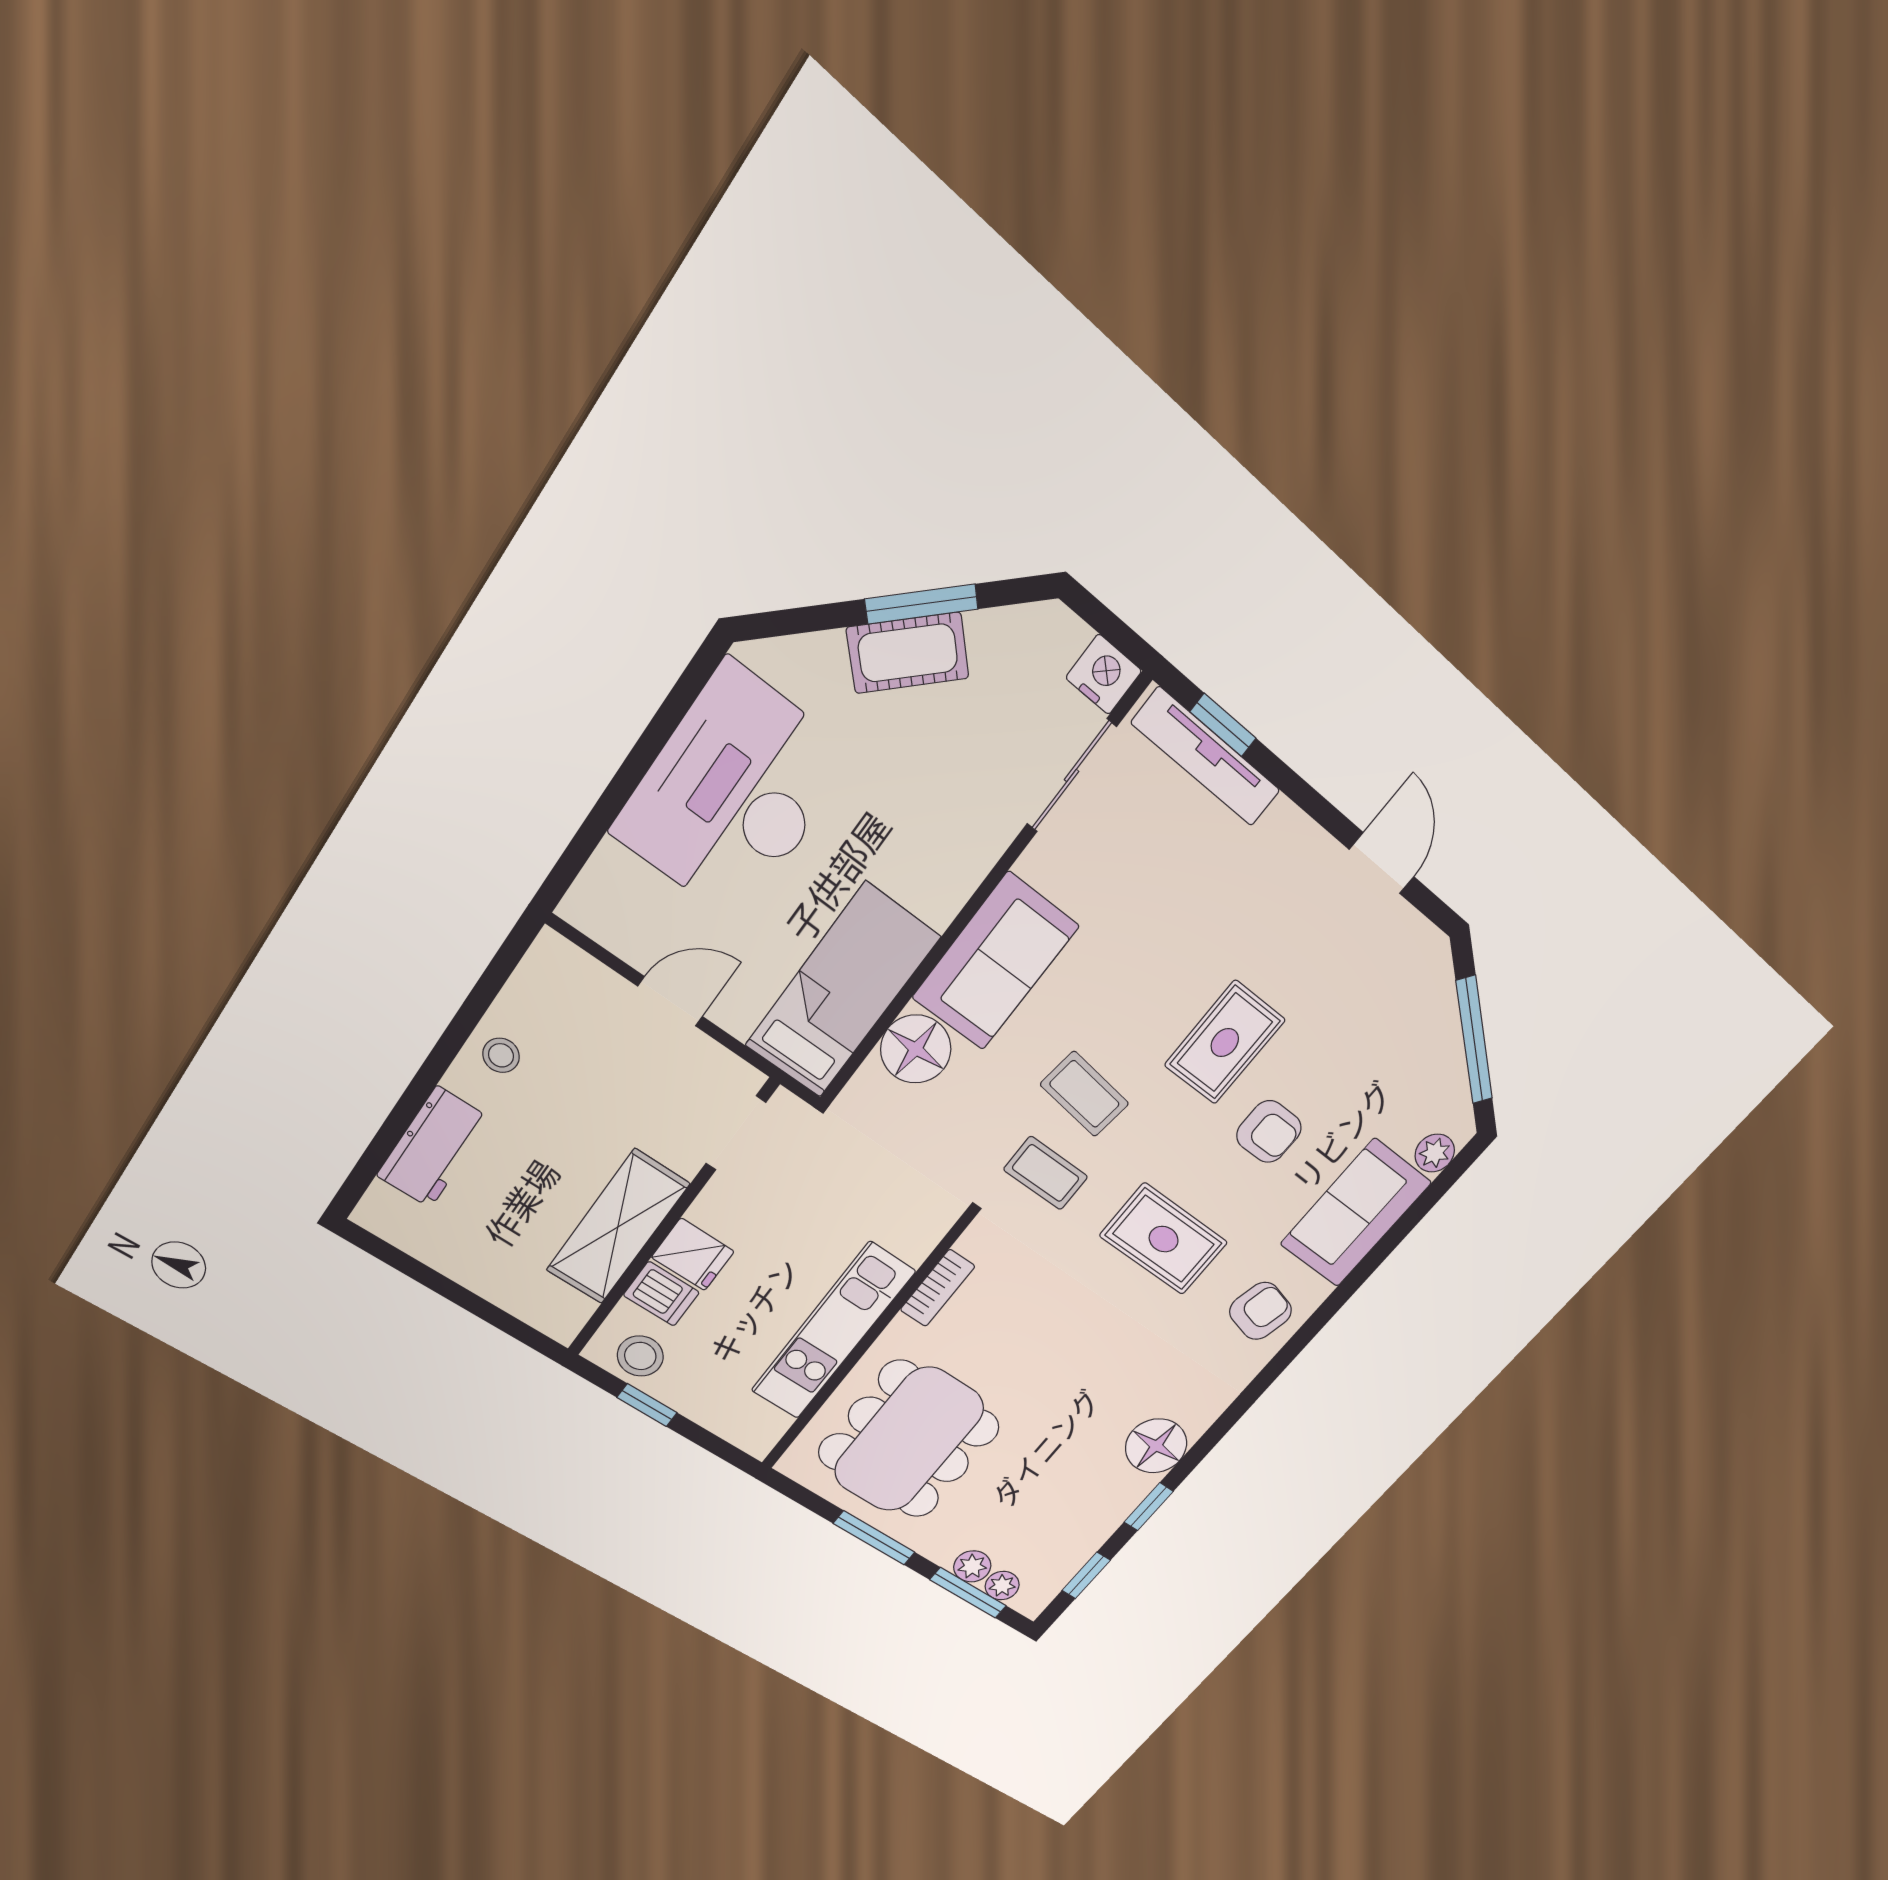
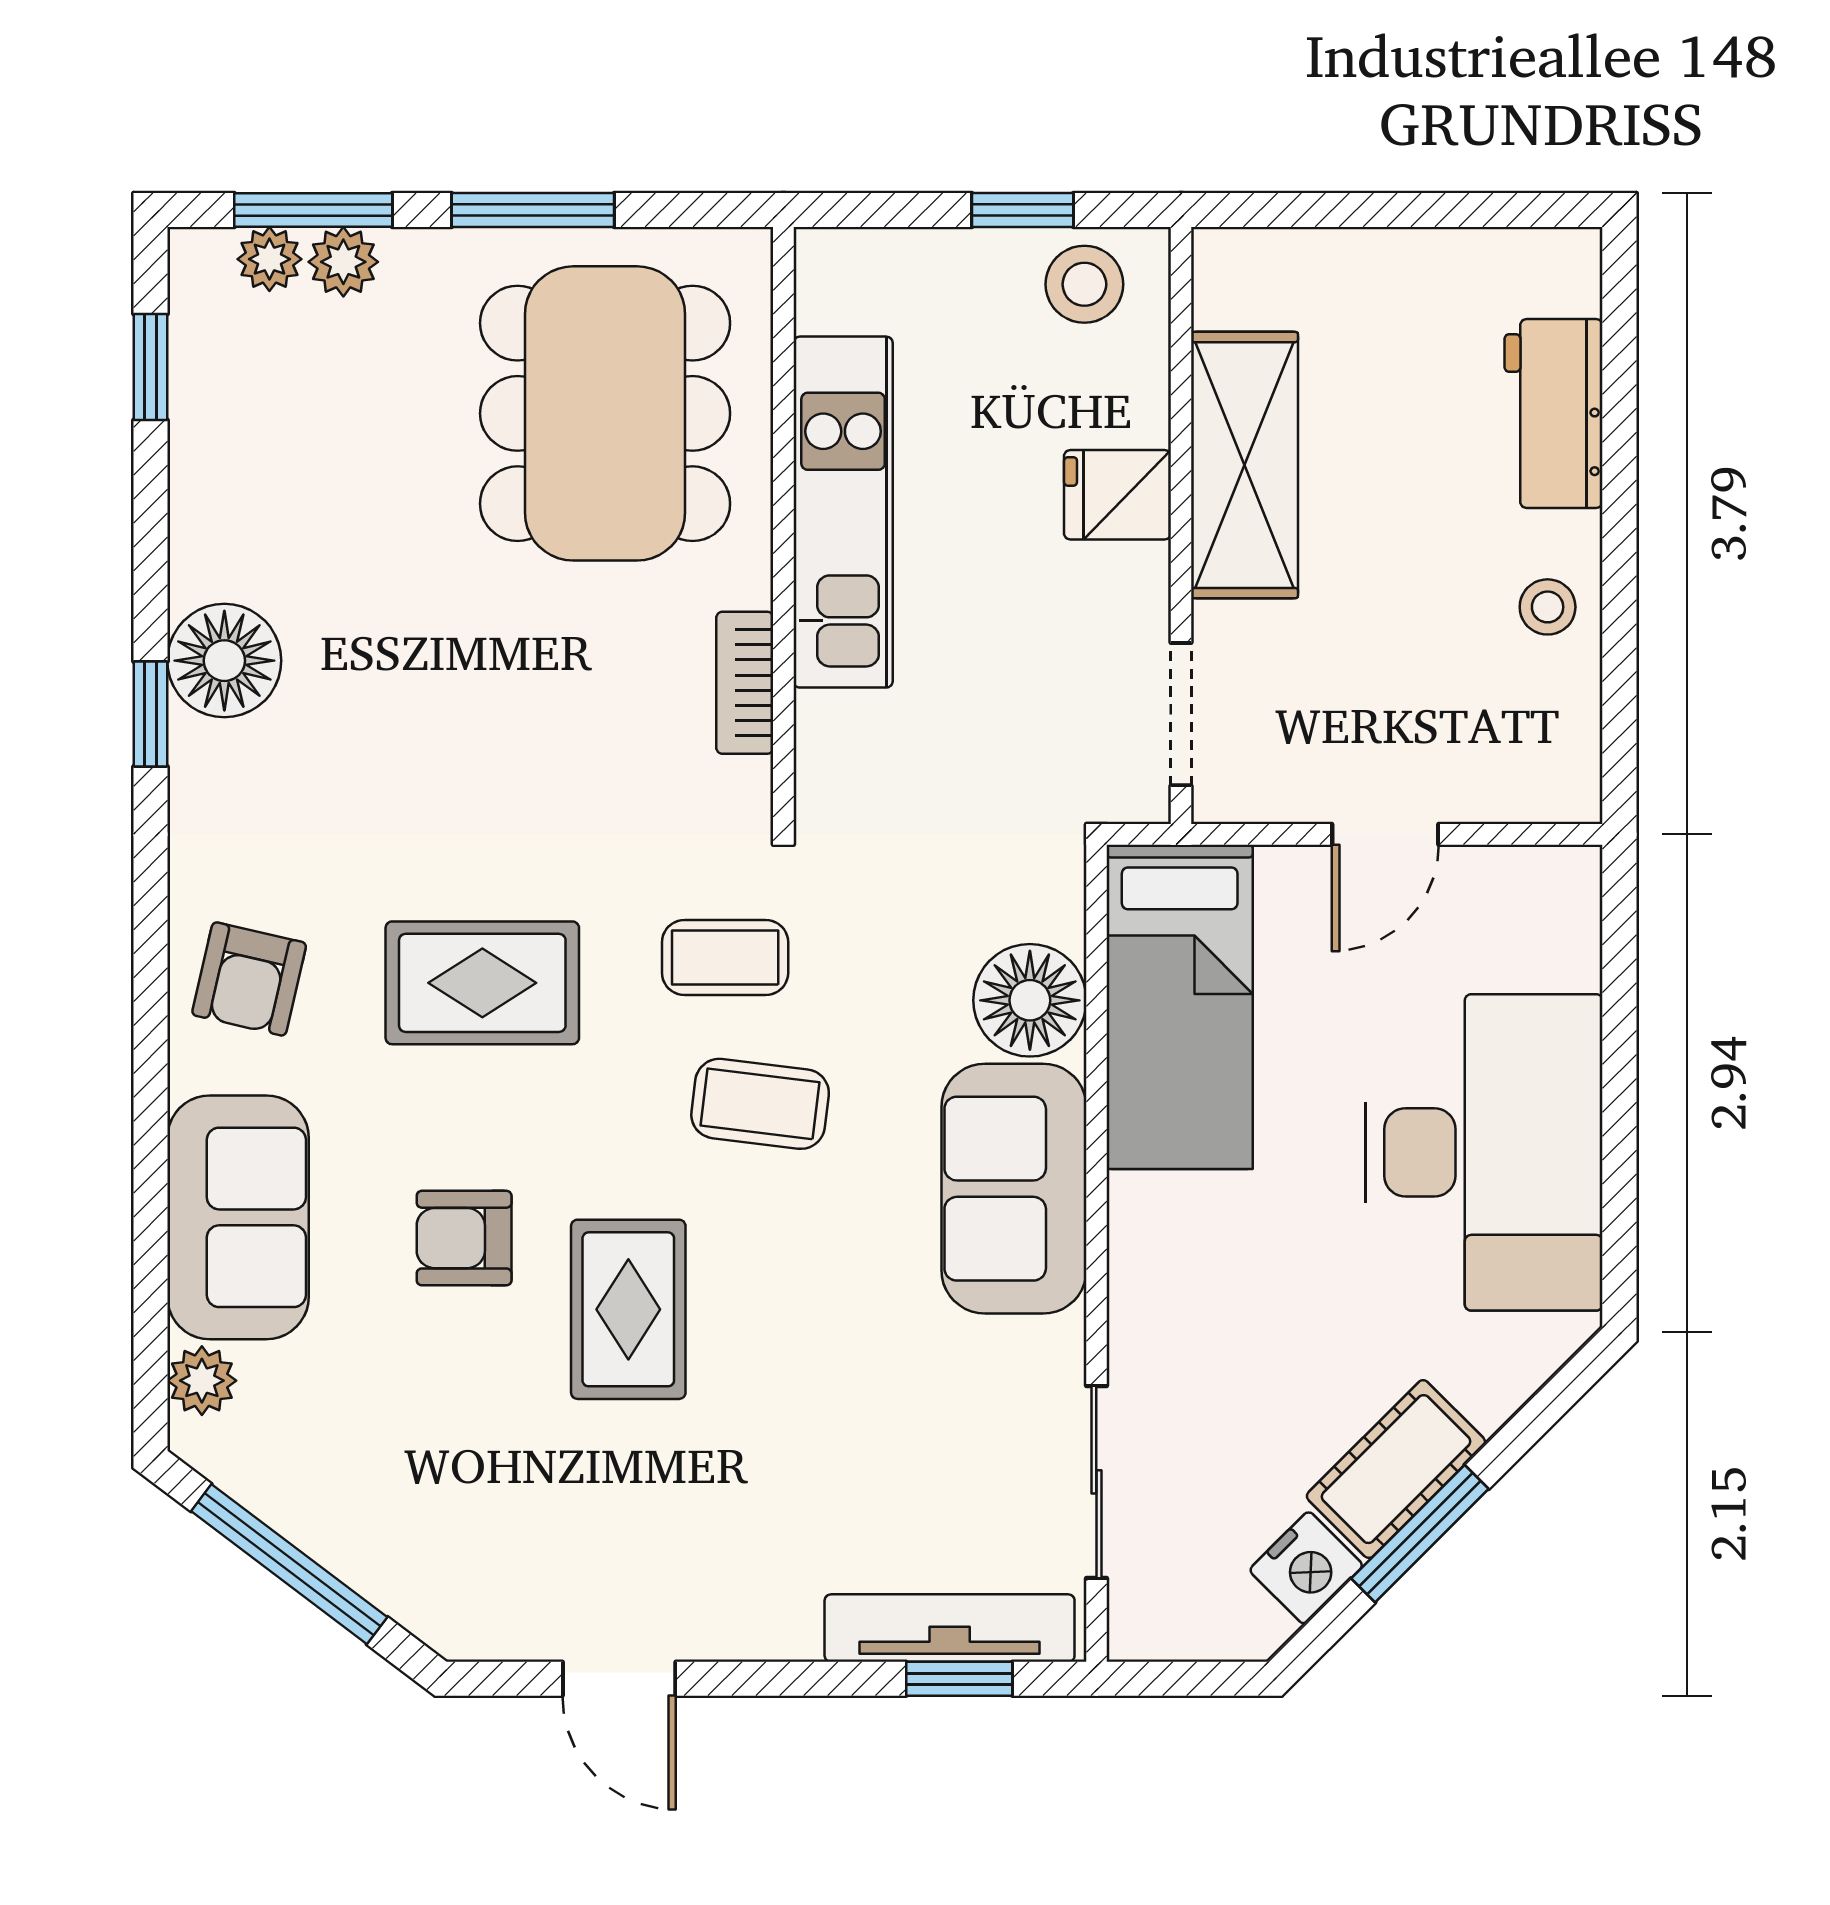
nightstand: (1104, 674) -> (1306, 1568), moved, turned -45
dishwasher: (661, 1294) -> (1120, 404), removed
window: (1149, 1507) -> (151, 714), moved

